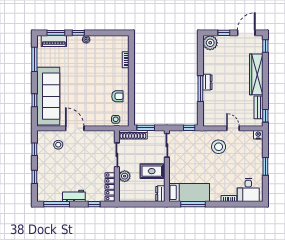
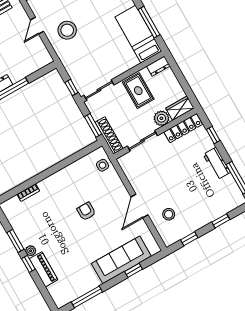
window: (56, 33) -> (15, 241), moved
piano: (54, 41) -> (44, 269), moved
sofa: (48, 96) -> (121, 260), width x0.74, depth x0.79
armchair: (117, 96) -> (86, 211), moved
window: (189, 128) -> (71, 87), moved
wardrobe: (124, 192) -> (180, 108), added

